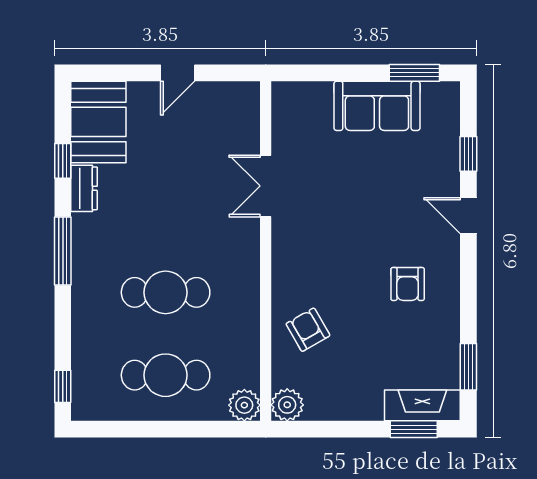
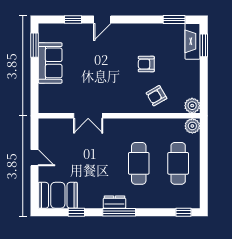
dresser: (84, 188) -> (114, 202), moved
armchair: (408, 284) -> (146, 64), moved, turned 180

